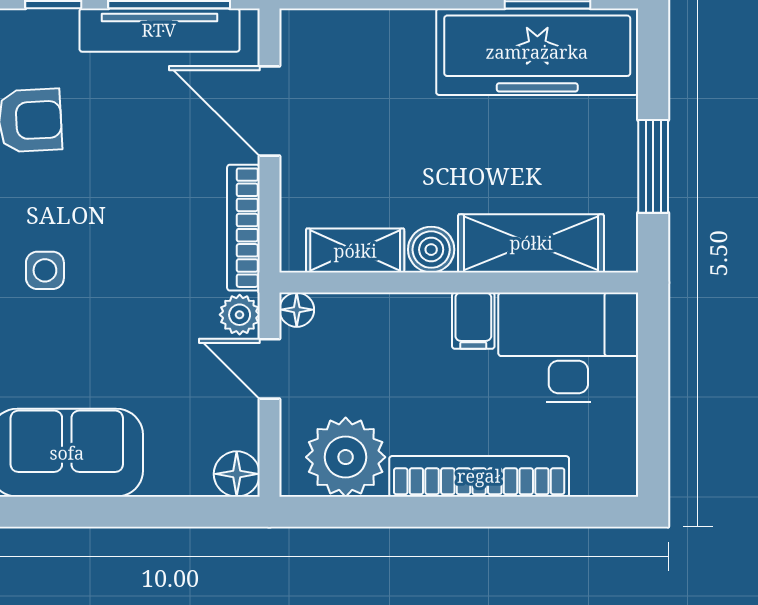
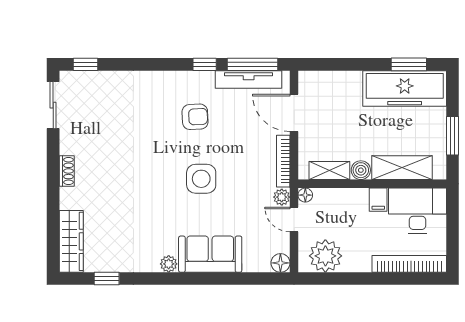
side table: (45, 270) -> (201, 179), width x1.87, depth x1.87
bookcase: (479, 476) -> (409, 264), moved

